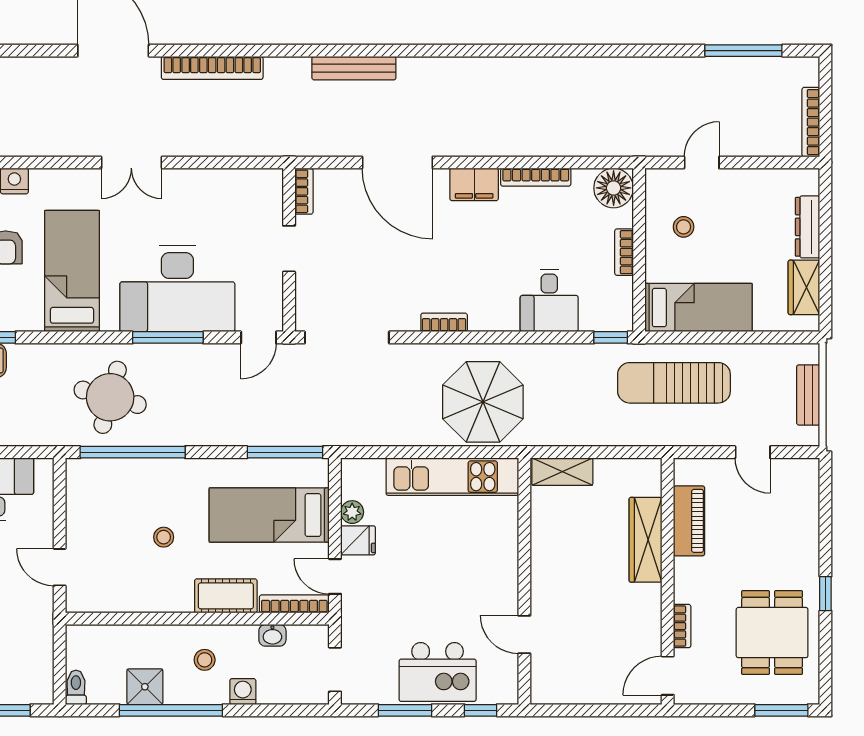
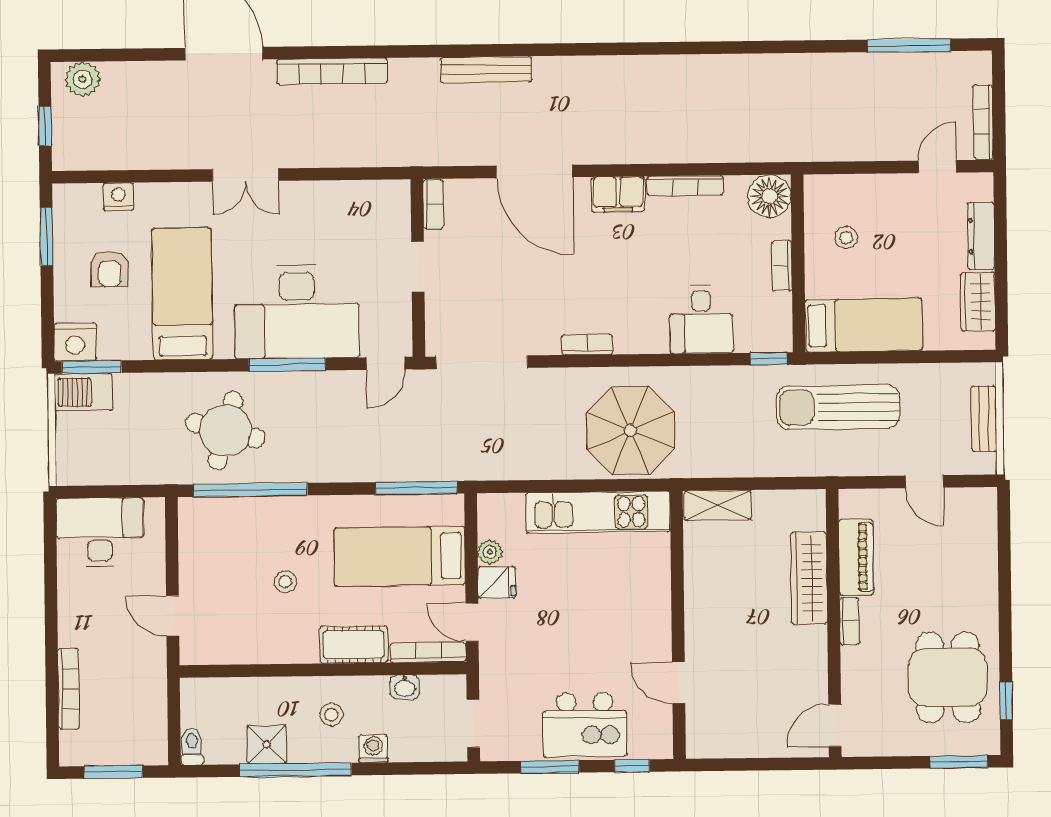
door: (702, 162) -> (937, 167), moved
window: (825, 594) -> (1006, 701), moved
bookcase: (682, 626) -> (849, 621), moved

